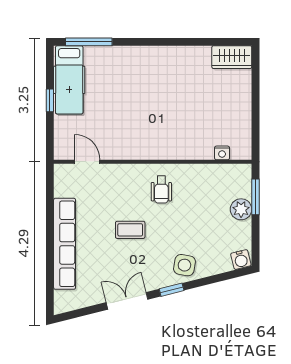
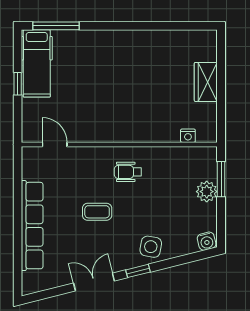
wardrobe: (232, 57) -> (206, 82), moved, turned 90
wheelchair: (161, 190) -> (128, 172), turned 90

